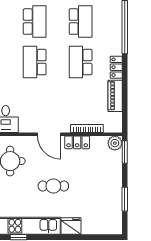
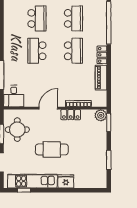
school desk: (81, 62) -> (73, 51), turned 180
door: (49, 134) -> (48, 108), swing flipped
cafe table: (53, 186) -> (52, 149), width x1.37, depth x1.35

